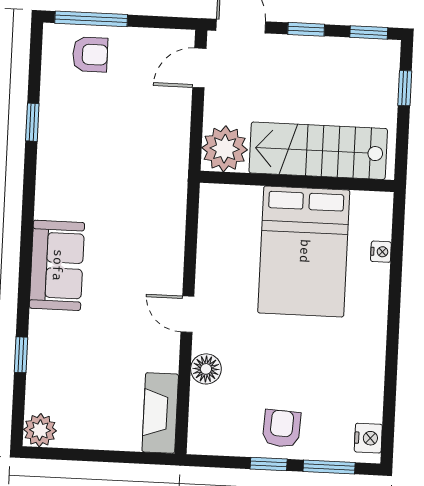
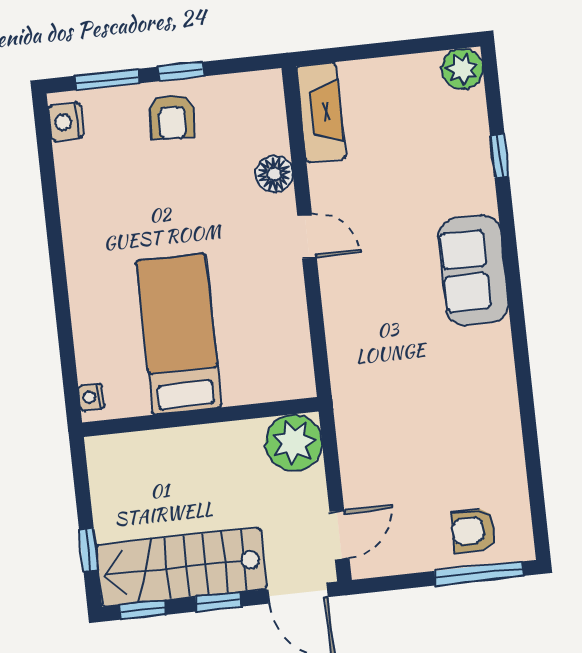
window: (32, 122) -> (530, 438), removed
stairs: (318, 151) -> (181, 567), moved, turned 180
bed: (304, 251) -> (179, 334), width x0.67
nightstand: (381, 252) -> (91, 397), moved

